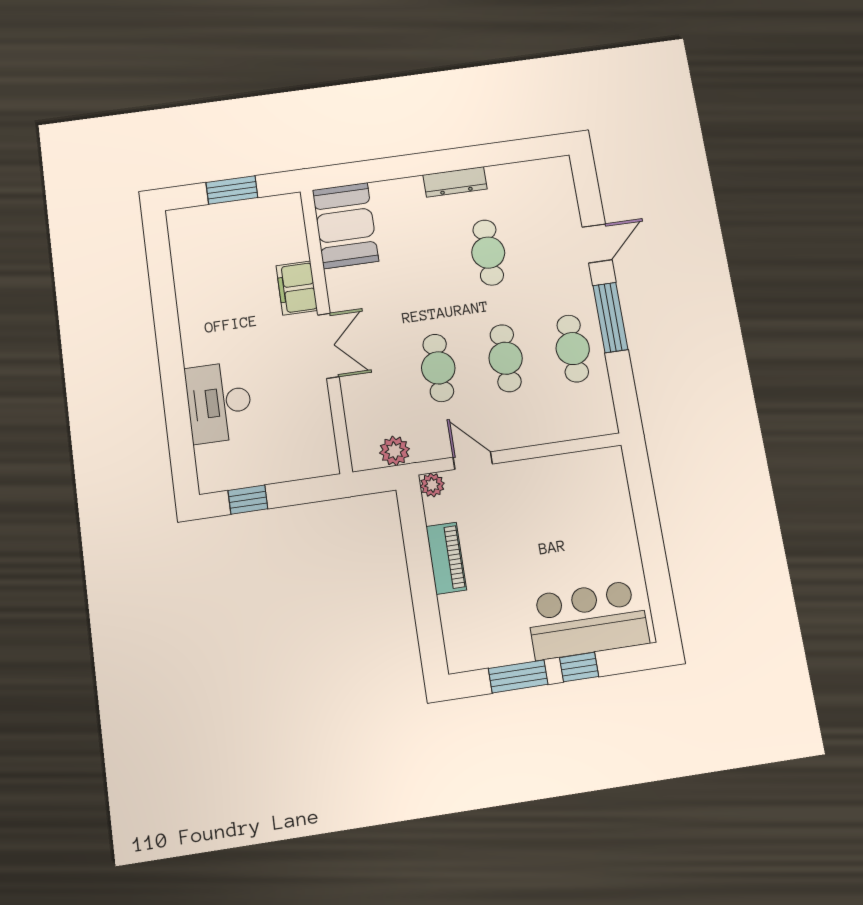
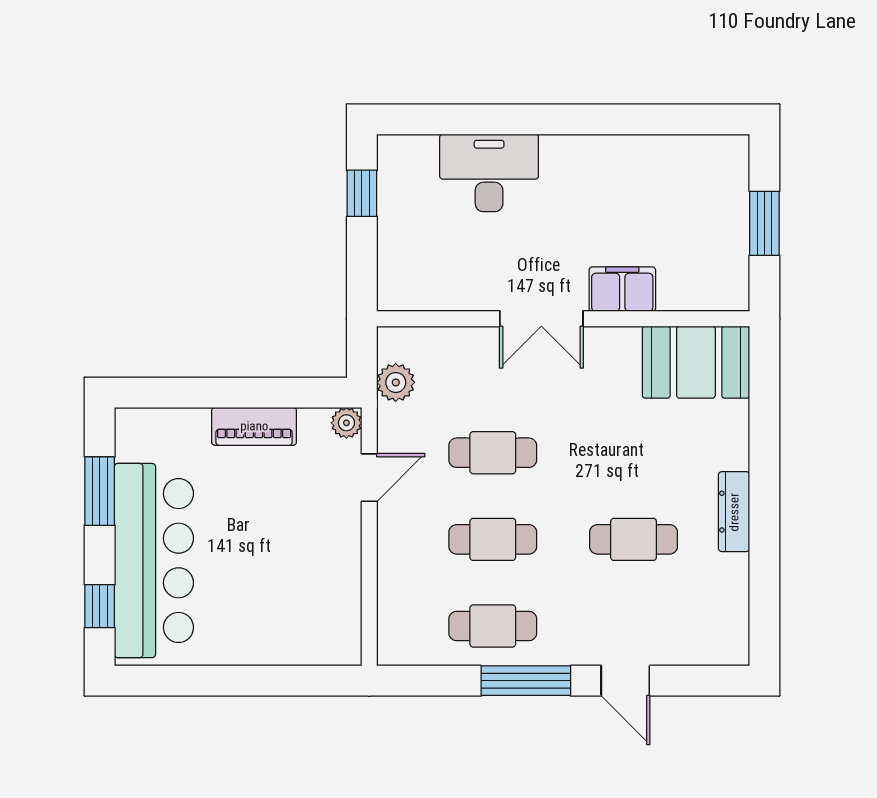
bar counter: (587, 620) -> (154, 561), width x1.36
window: (579, 667) -> (100, 606), moved

